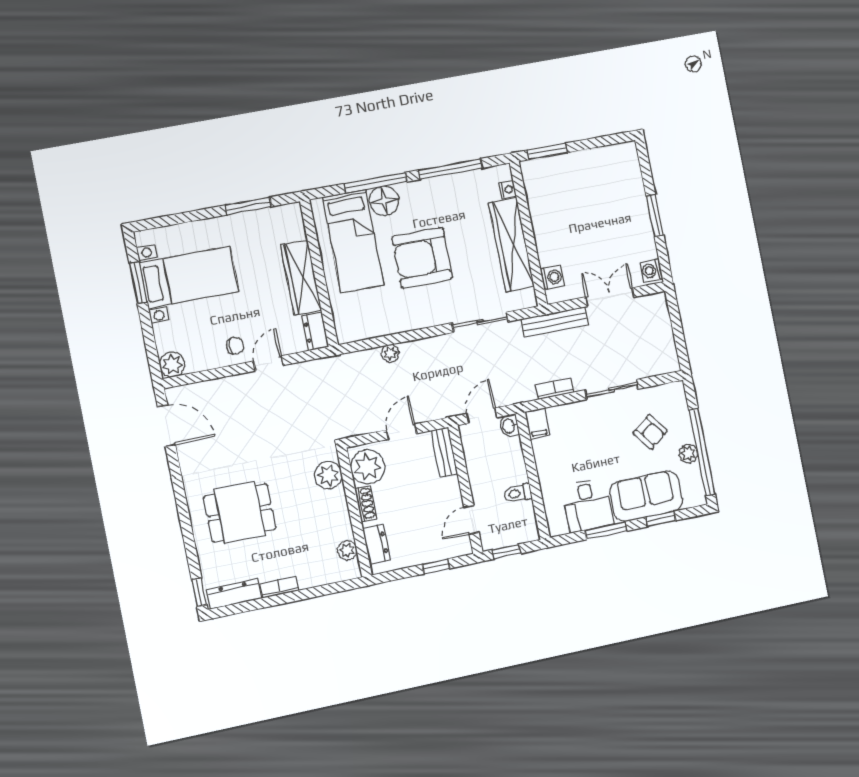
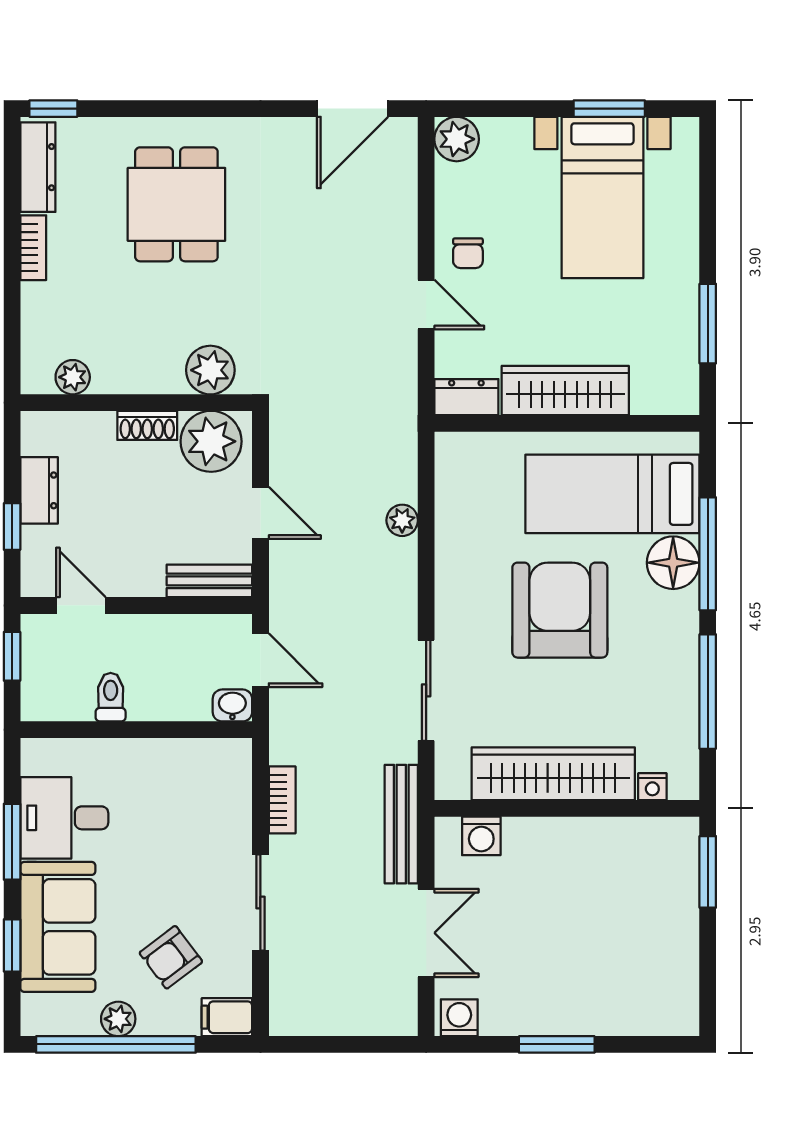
filing cabinet: (537, 423) -> (227, 1017), moved
dresser: (376, 544) -> (39, 490), moved, turned -90

